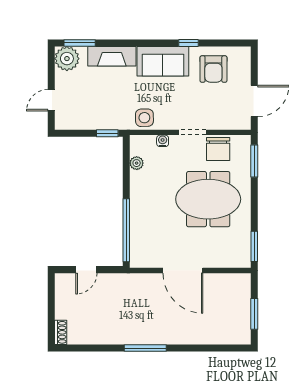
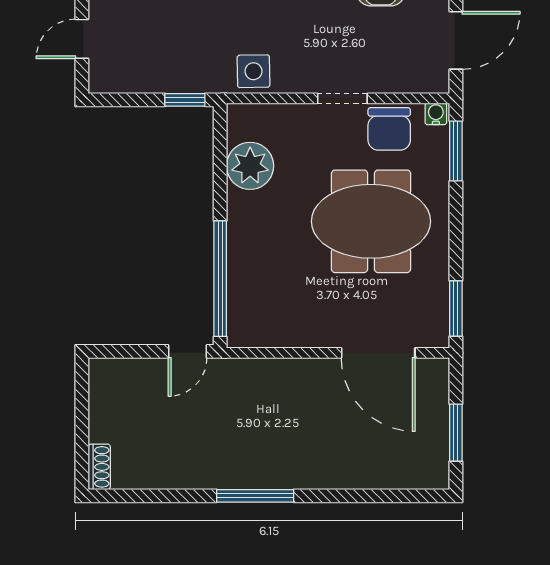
water cooler: (163, 141) -> (436, 114), moved
plant: (137, 163) -> (250, 166), width x1.88, depth x1.88
door: (86, 270) -> (188, 351), moved
door: (183, 271) -> (378, 353), moved

